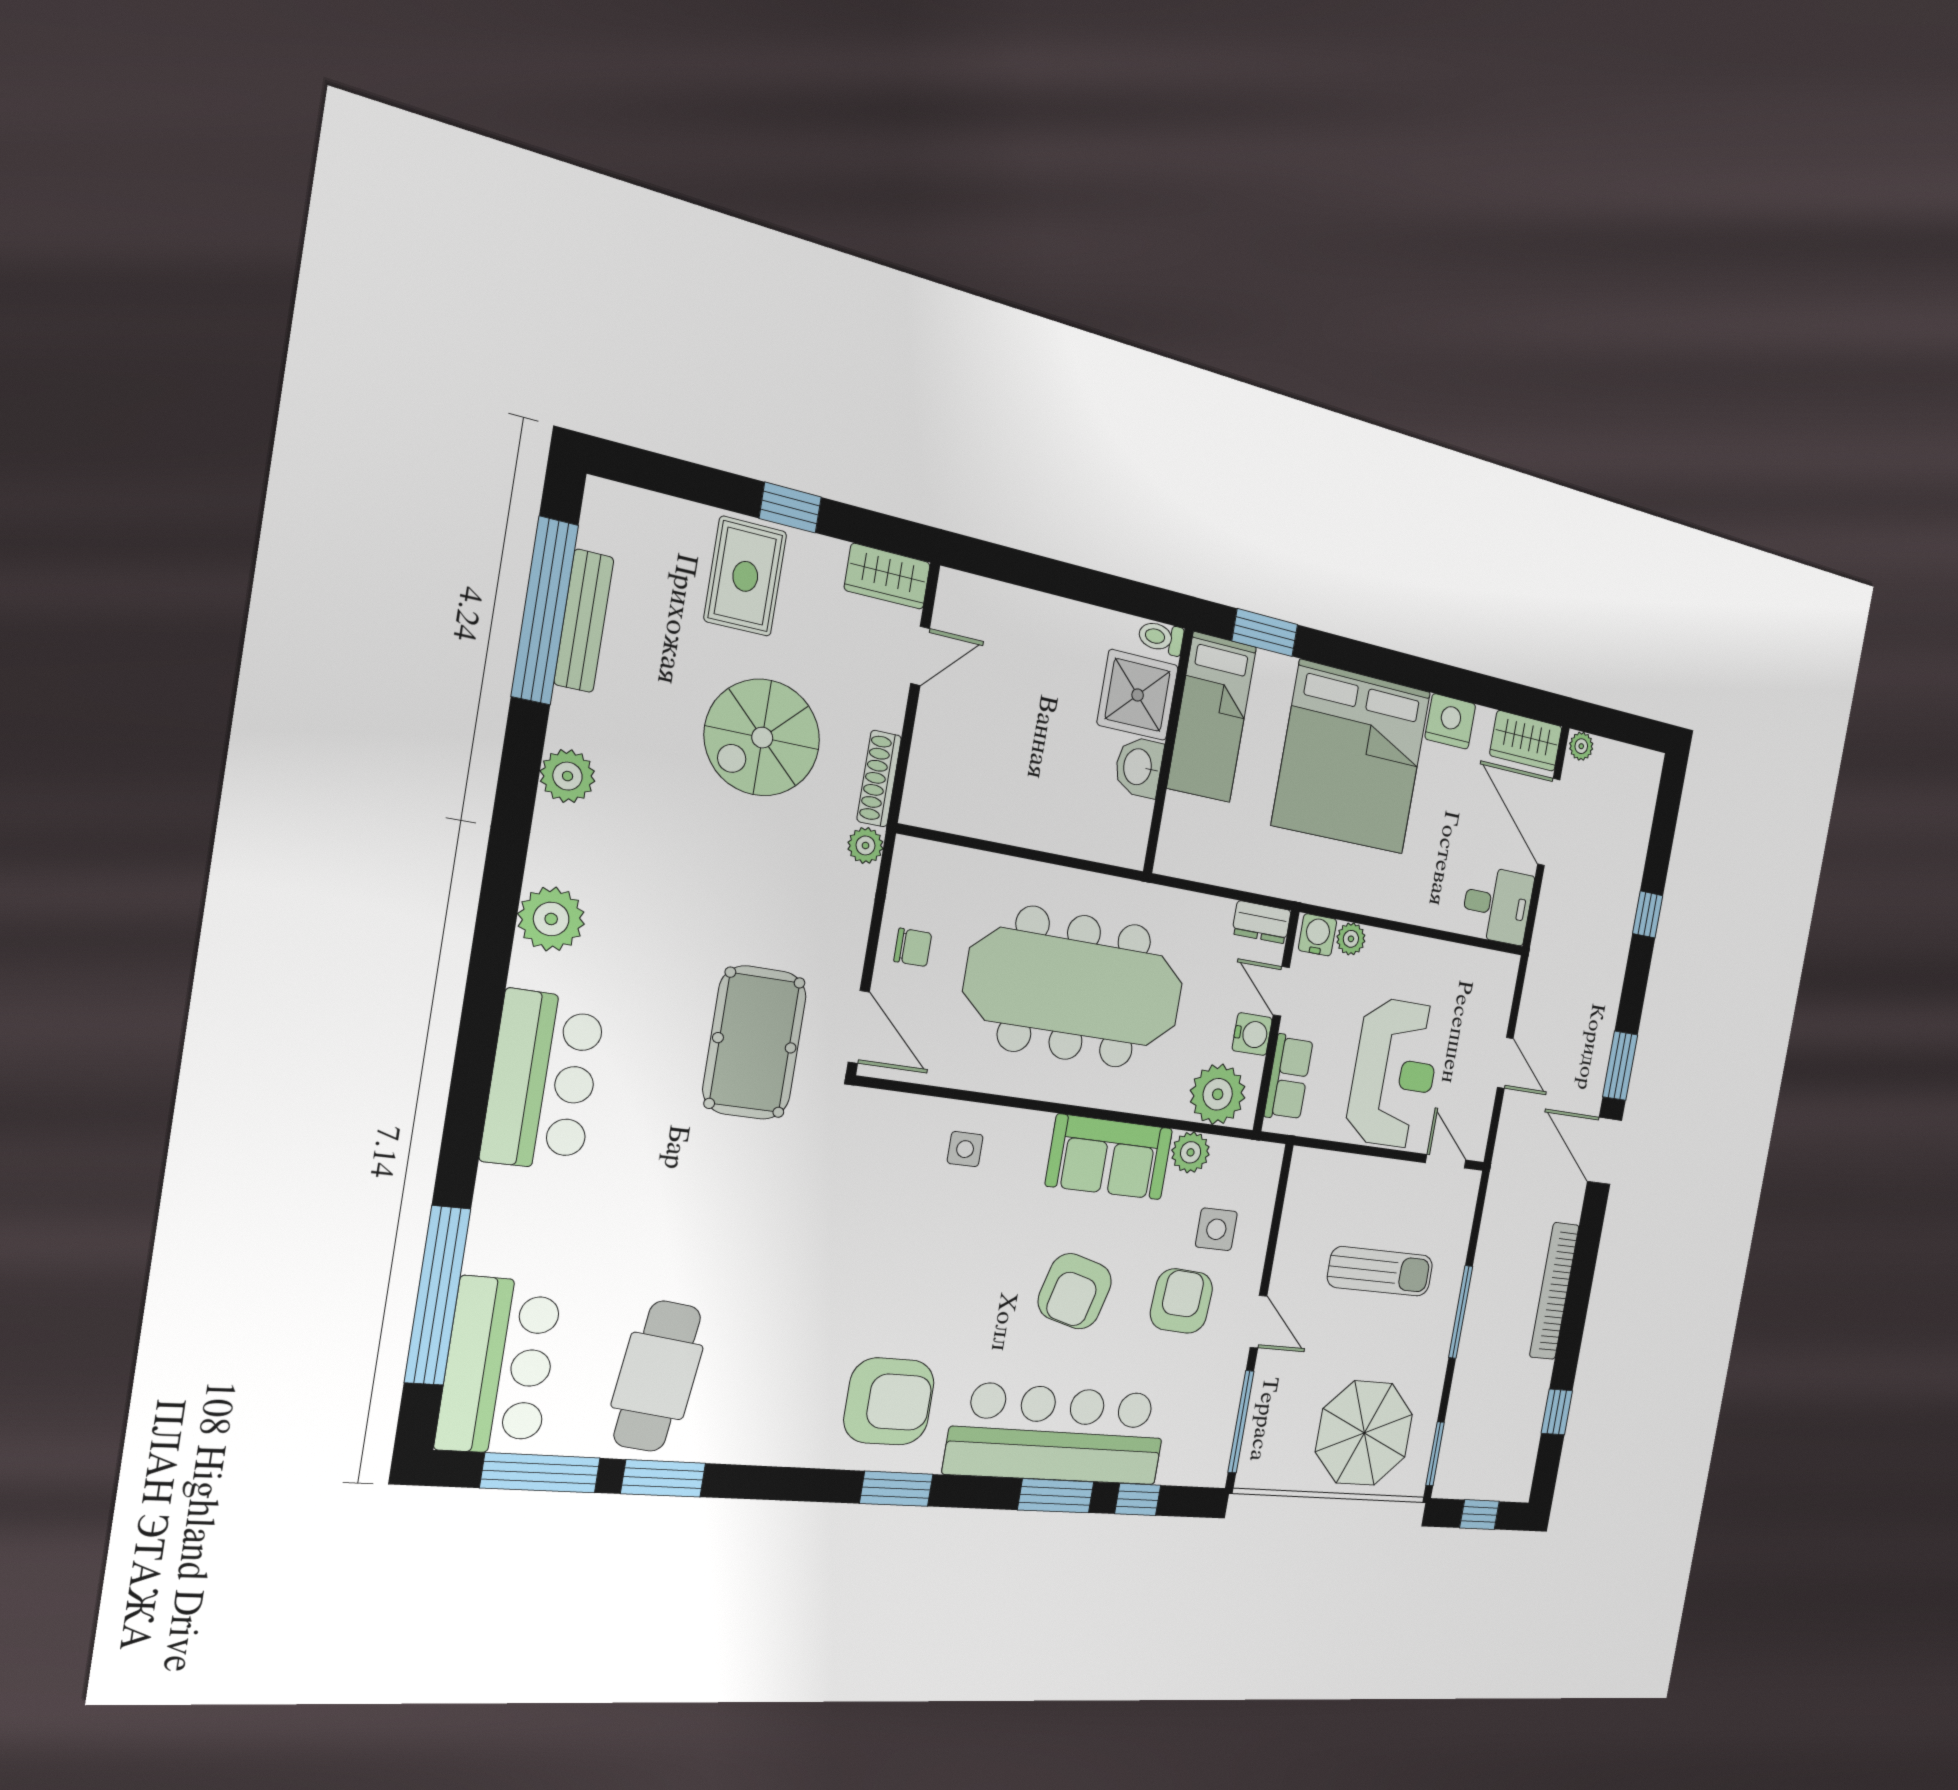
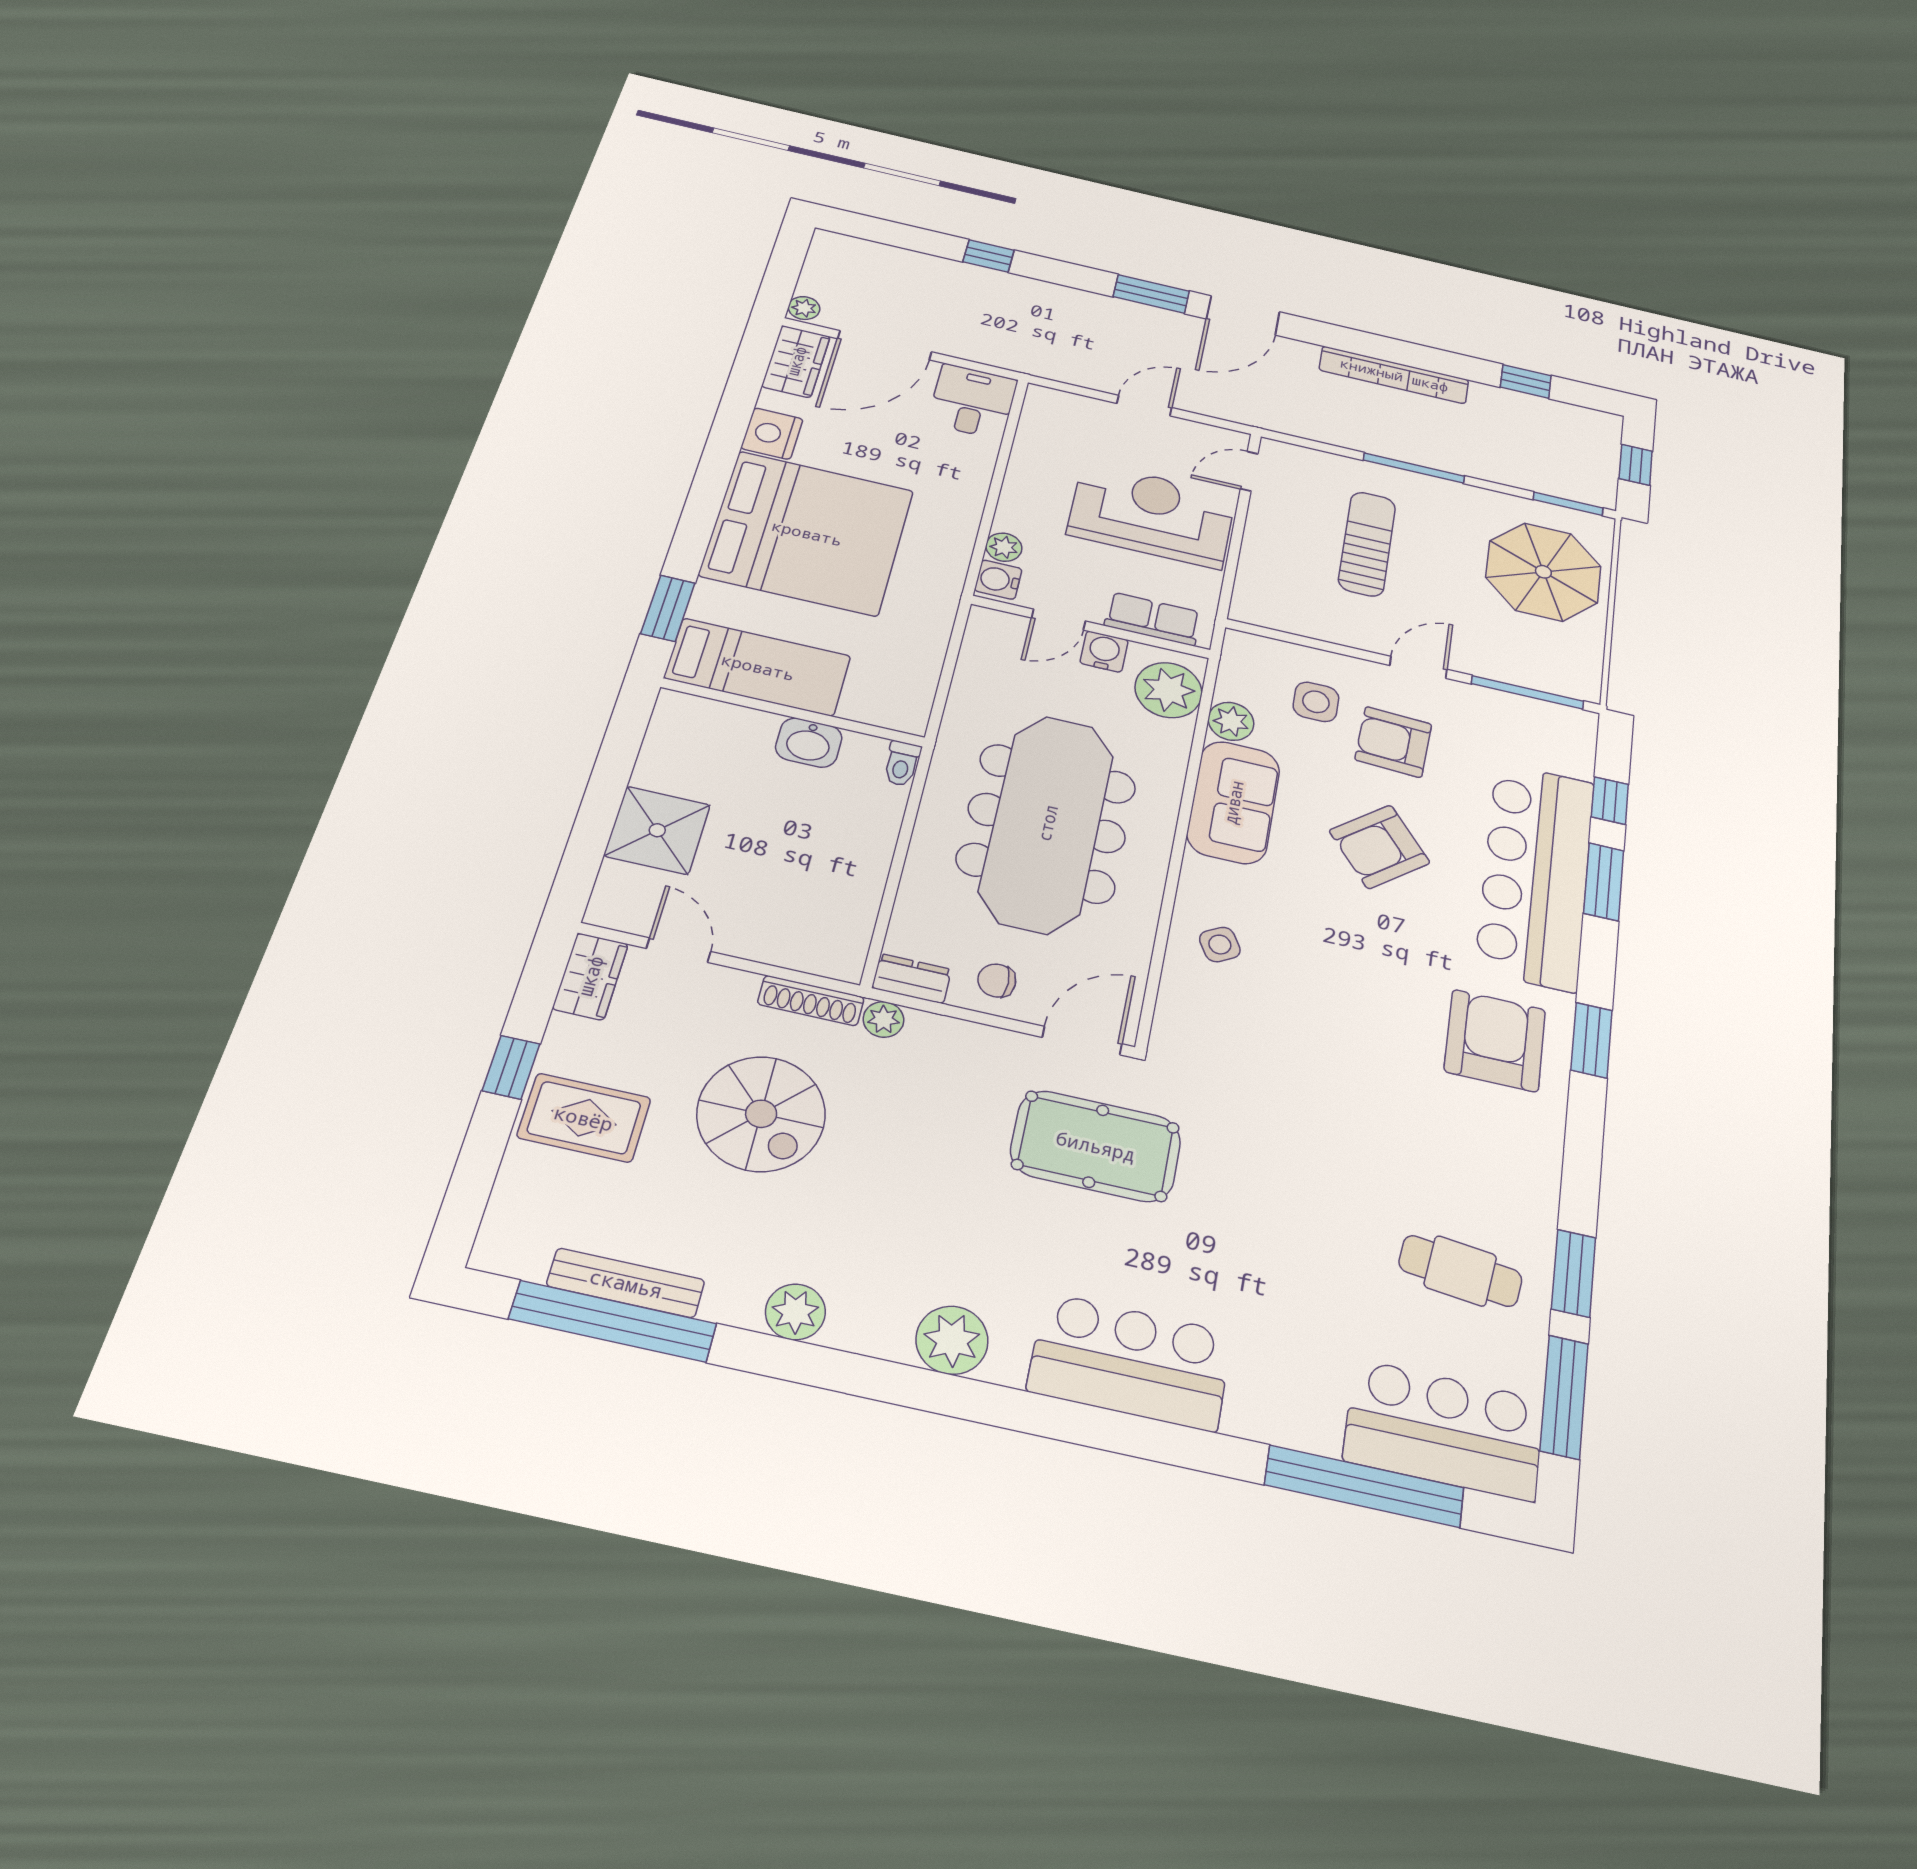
toilet: (1161, 638) -> (902, 764), moved
shower: (1138, 695) -> (657, 830), moved
dresser: (1262, 922) -> (912, 979), moved, turned -90
chair: (913, 947) -> (997, 980), turned -90
side table: (965, 1149) -> (1220, 944), turned -30
armchair: (1075, 1291) -> (1379, 847), turned 126
cafe table: (657, 1376) -> (1460, 1271), width x0.73, depth x0.74

